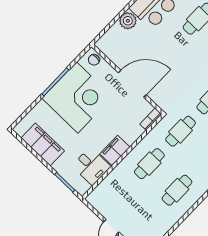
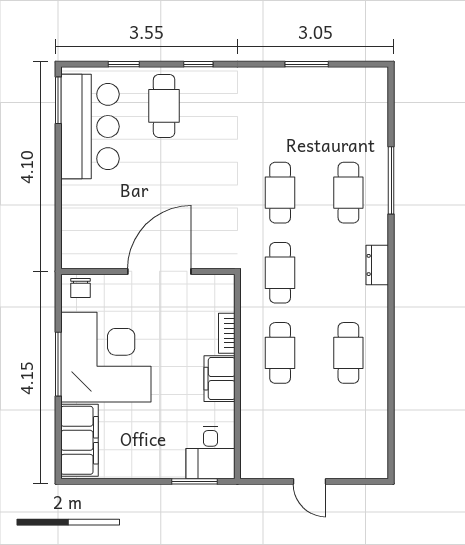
plant: (128, 21) -> (76, 196), removed
bookcase: (151, 119) -> (227, 333), moved
filing cabinet: (43, 144) -> (80, 440), moved, turned 90
desk: (91, 166) -> (211, 453), moved, turned 90

